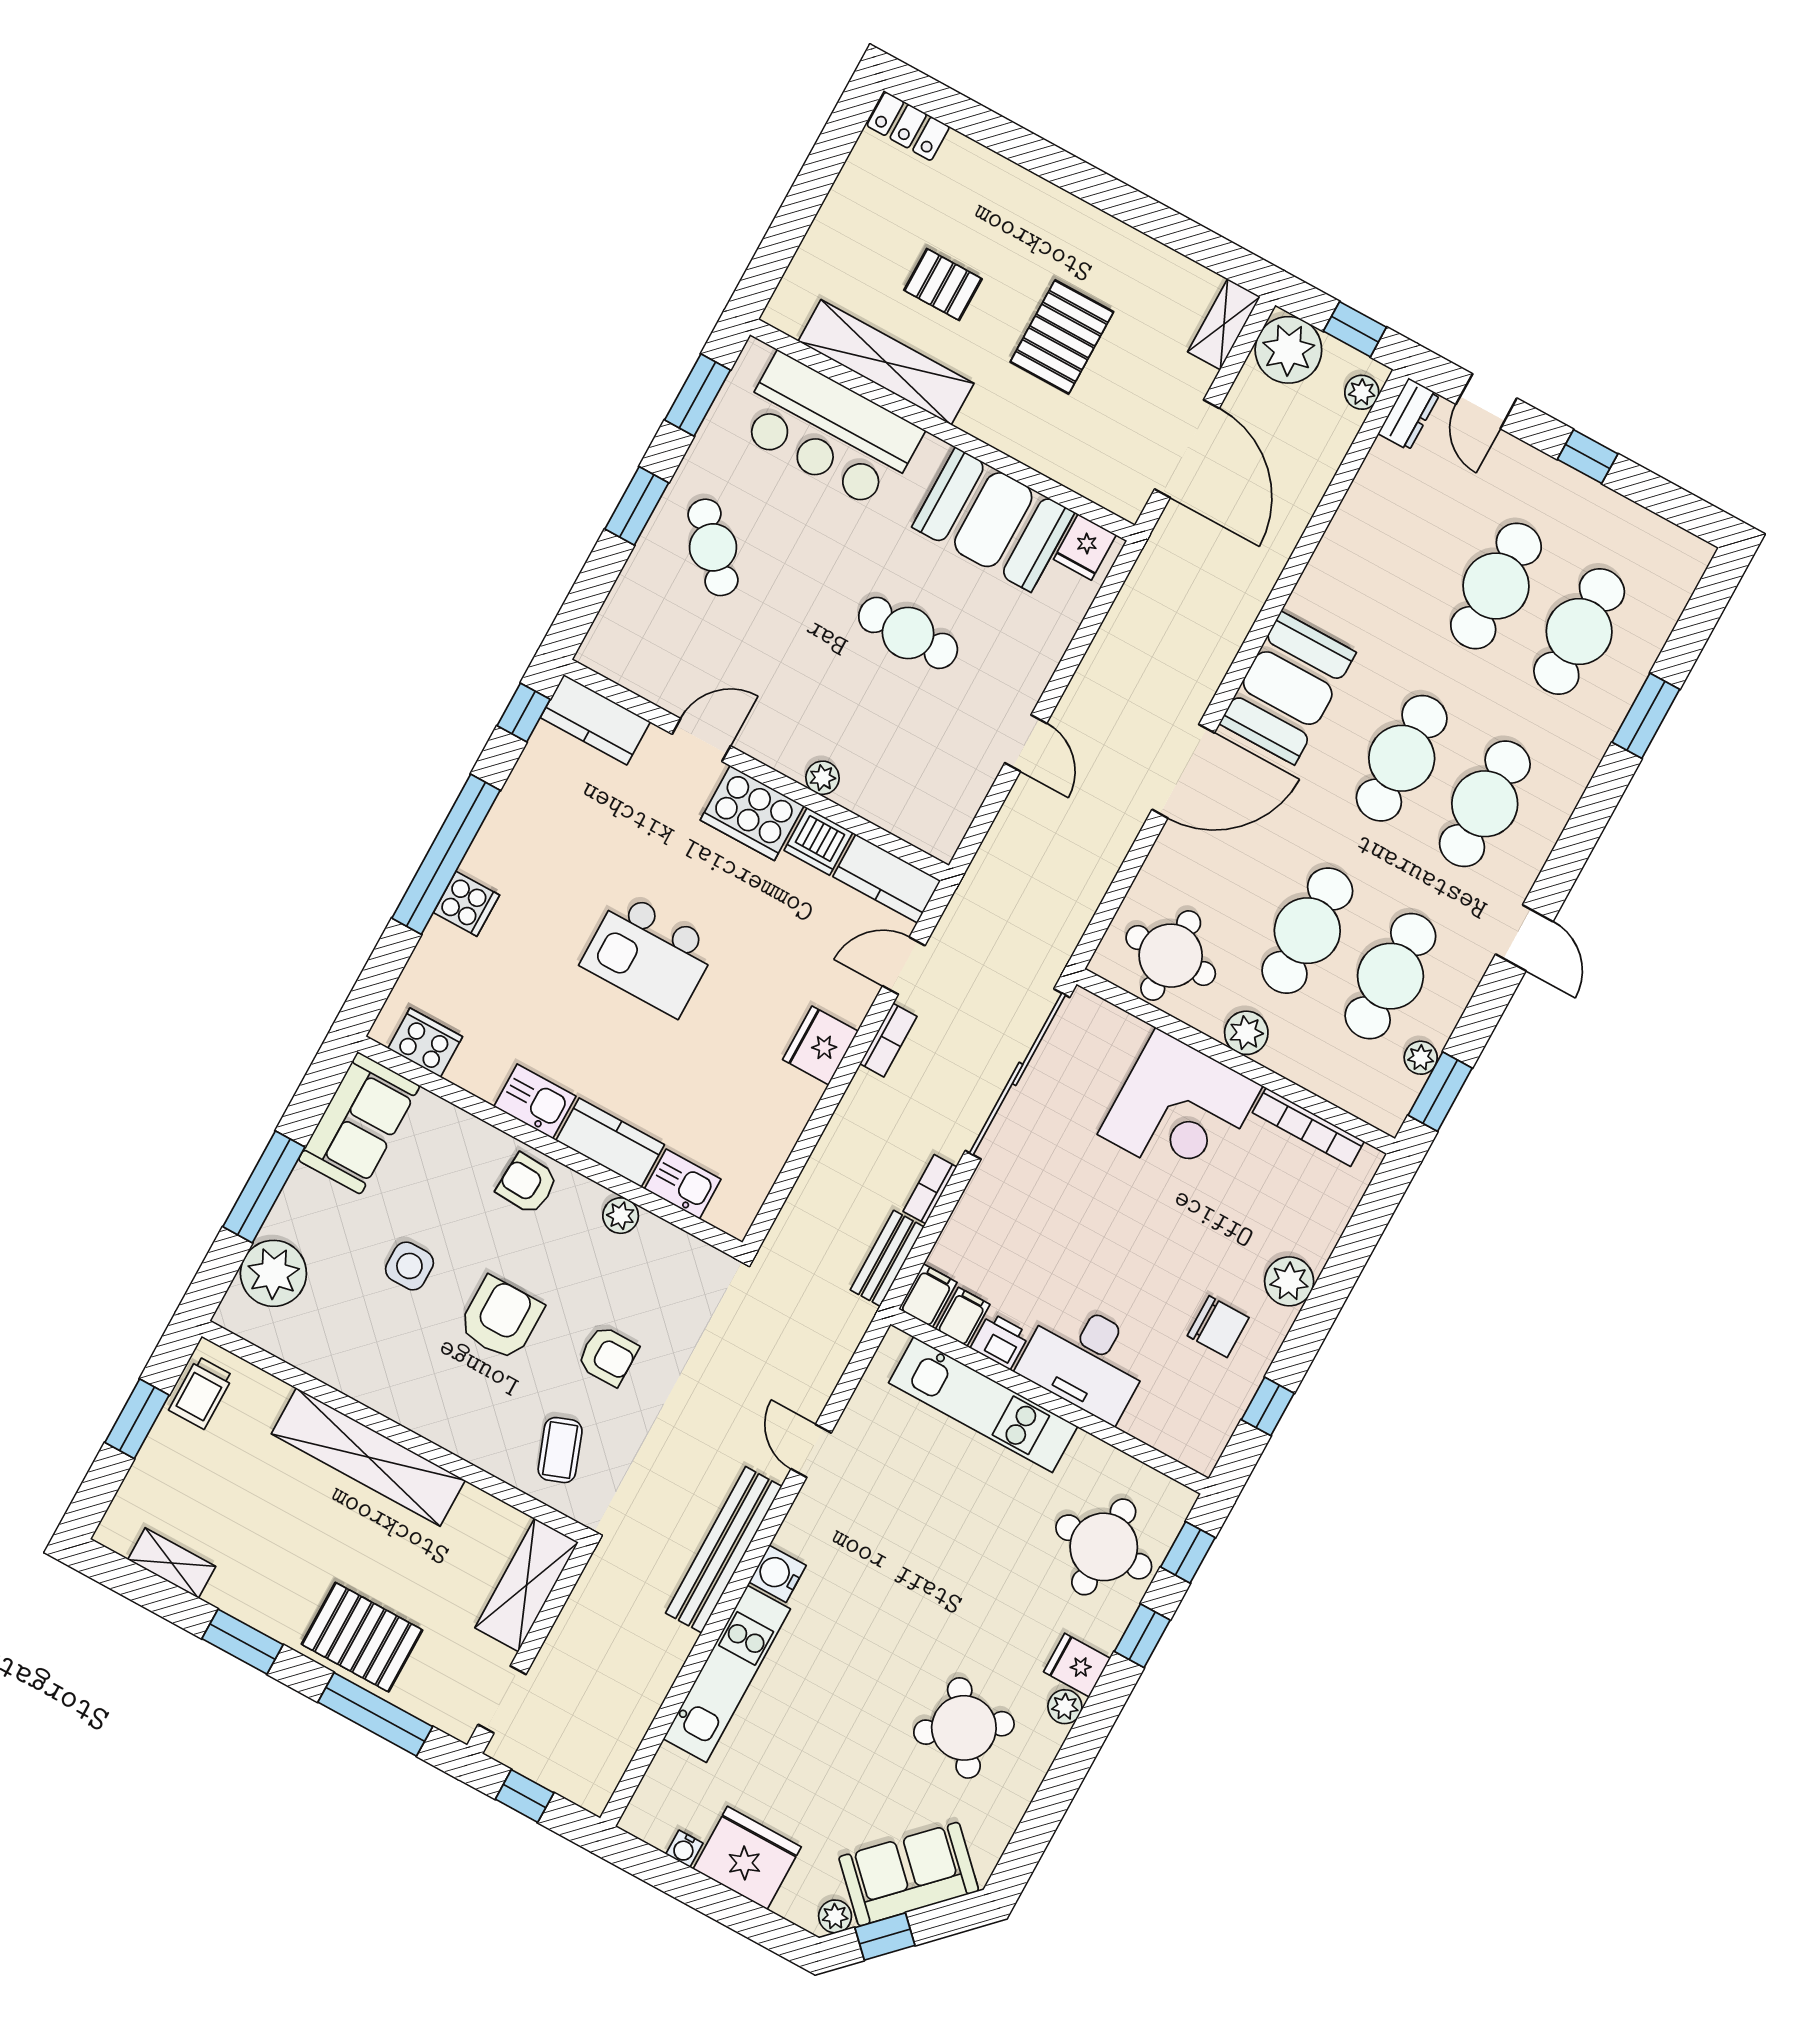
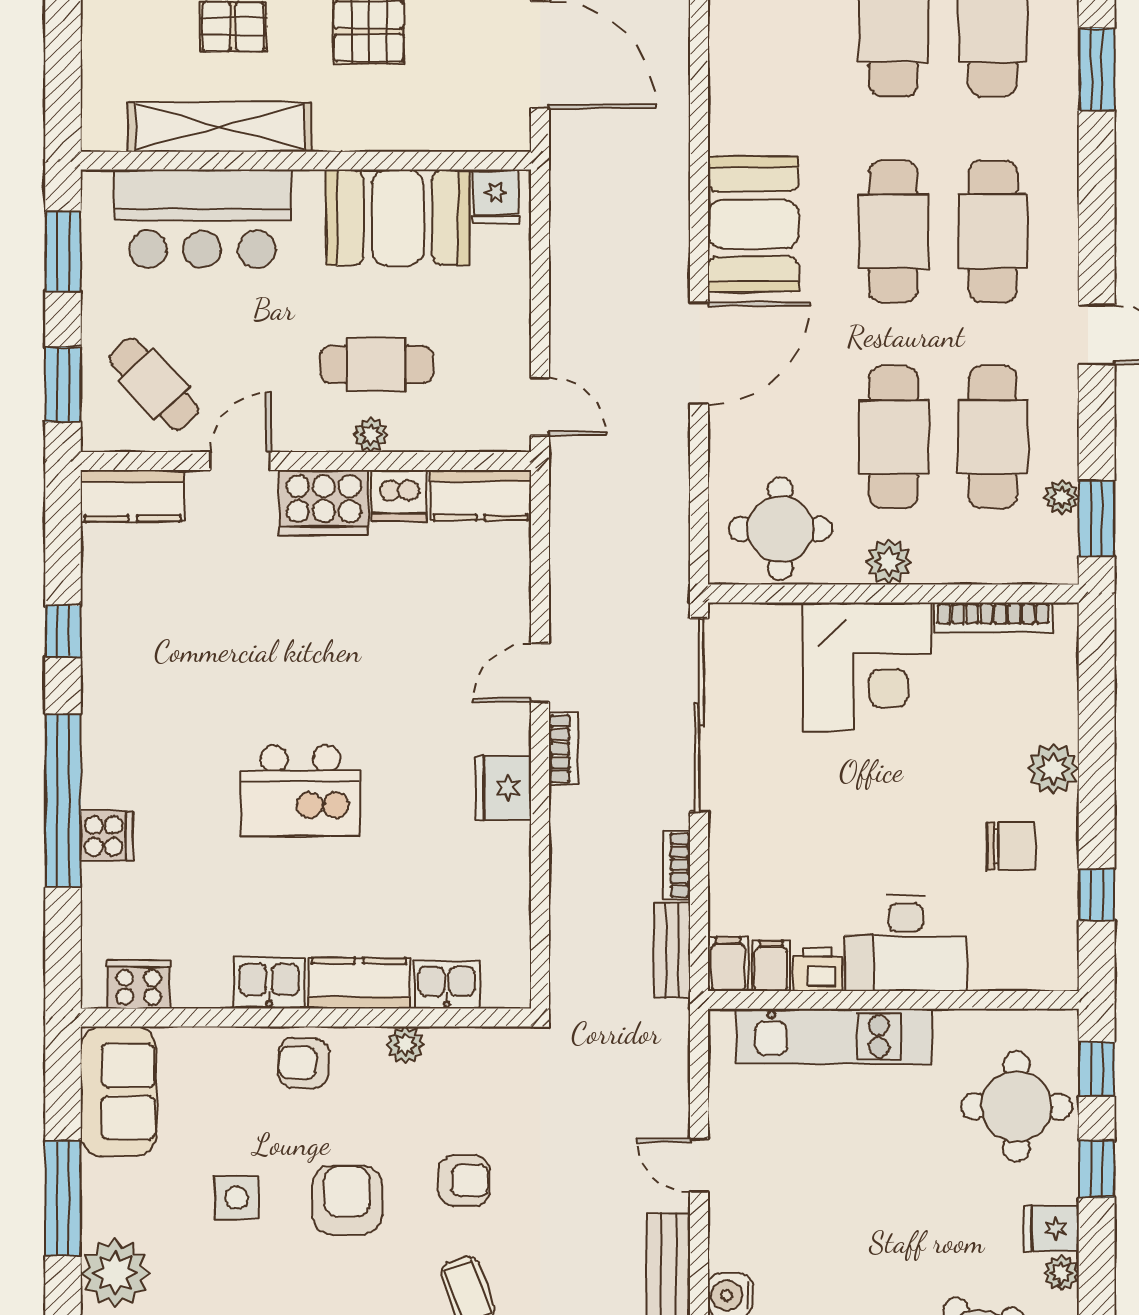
kitchen counter: (595, 720) -> (133, 496), moved
door: (701, 740) -> (240, 461), moved
wall: (756, 770) -> (306, 461), moved
plant: (823, 778) -> (371, 435), moved
cooker: (752, 813) -> (324, 503), moved
dishwasher: (818, 841) -> (399, 495), moved
kitchen counter: (887, 879) -> (481, 495), moved

